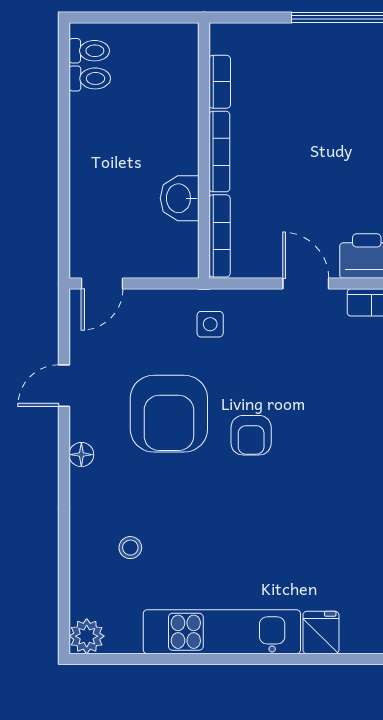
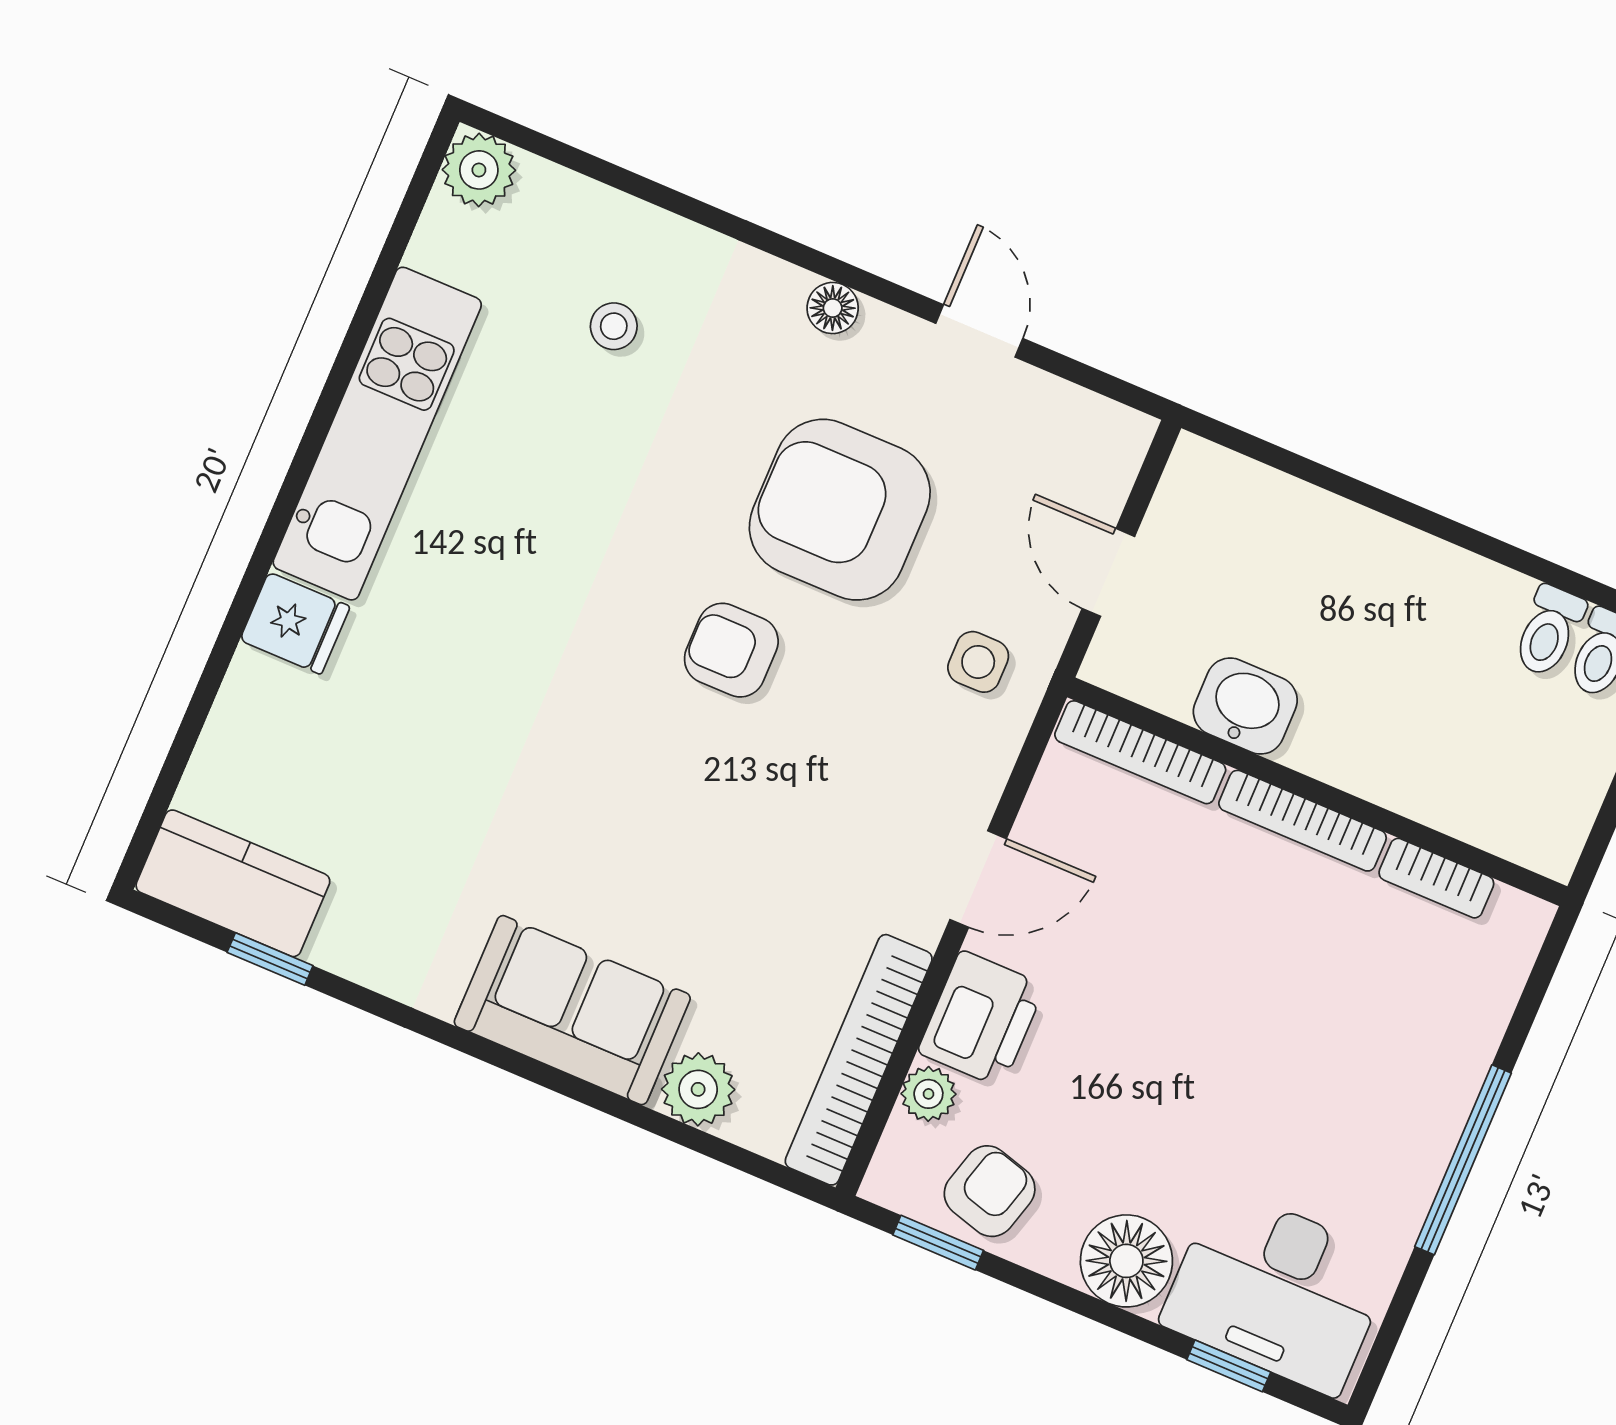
door: (102, 284) -> (1108, 572), moved

